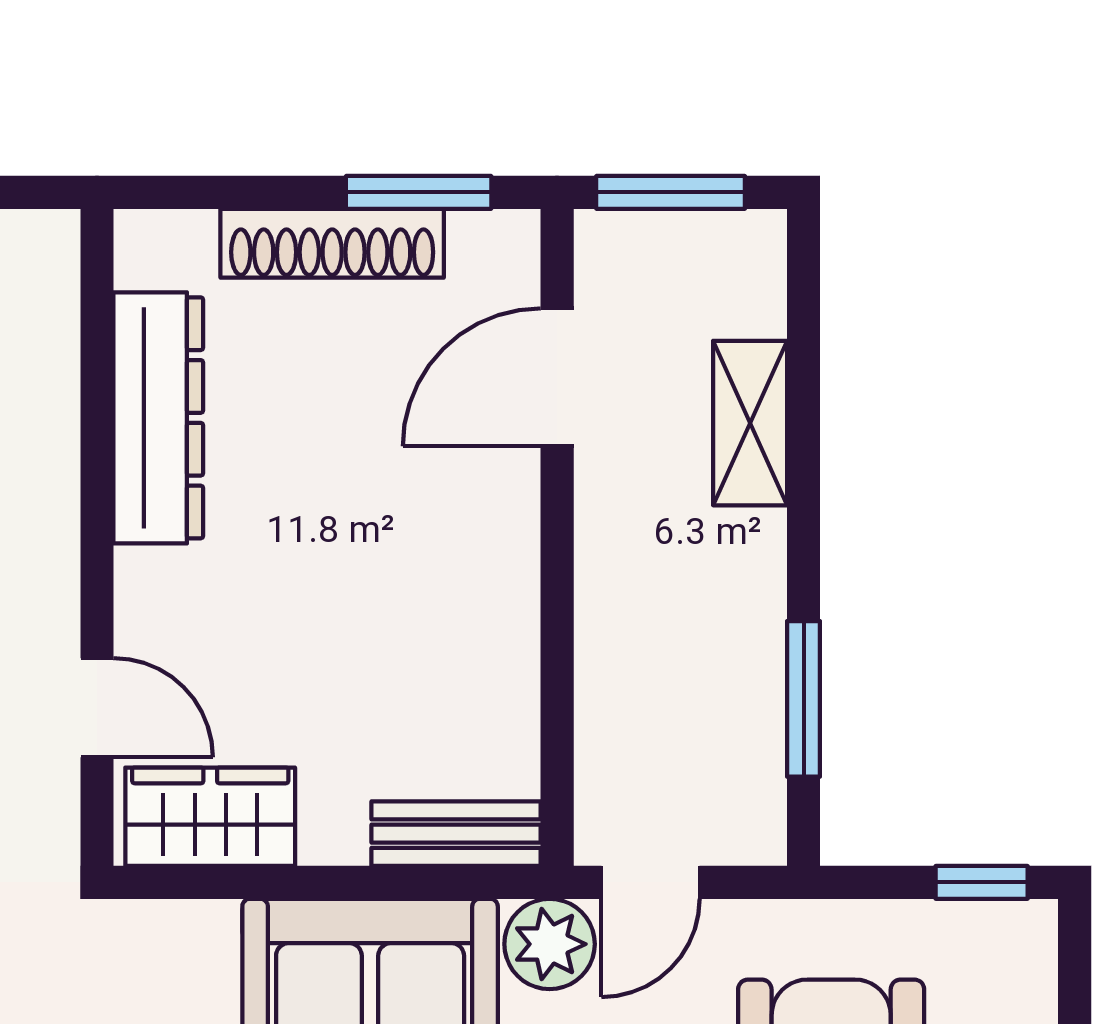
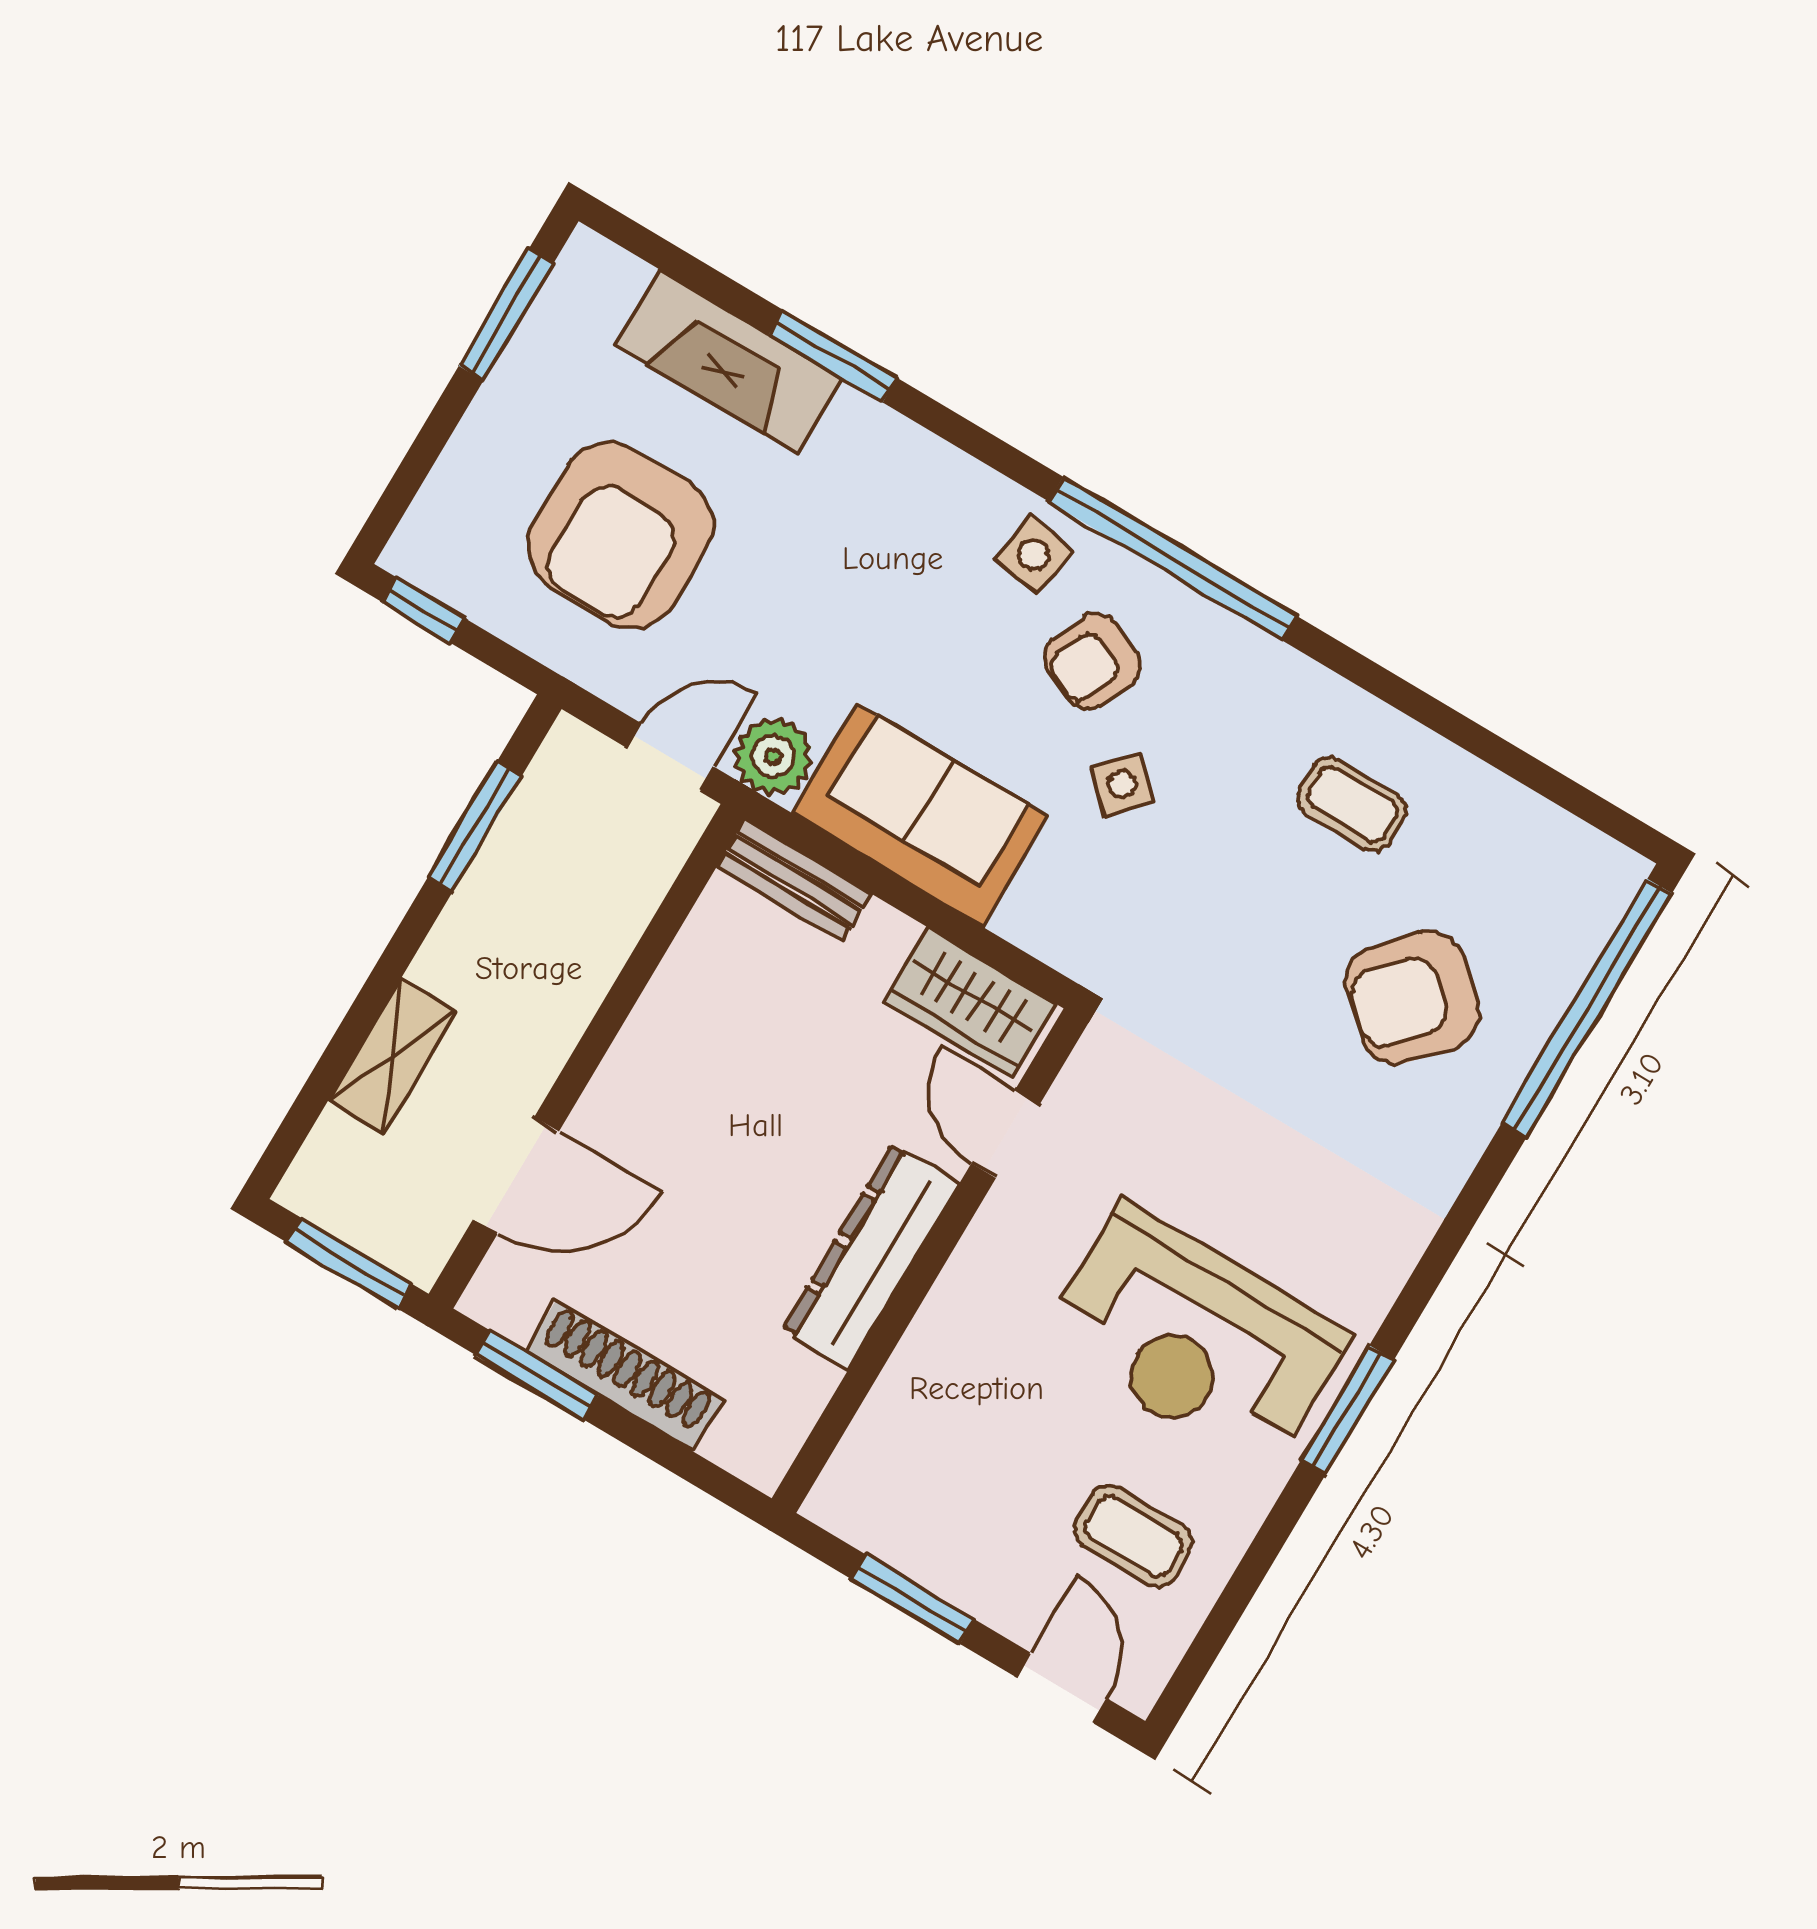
dresser: (158, 418) -> (871, 1257), moved

